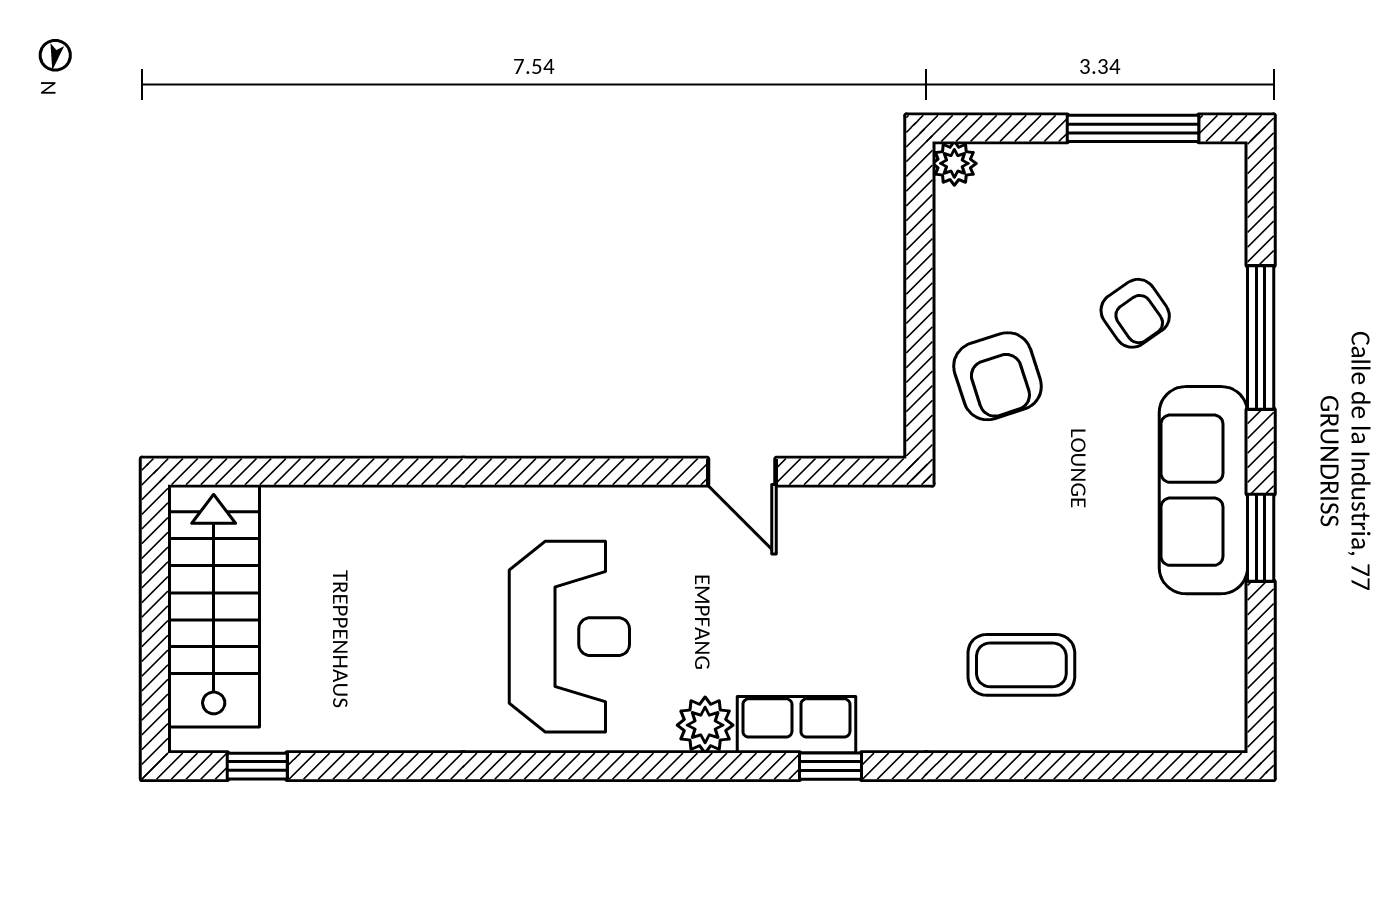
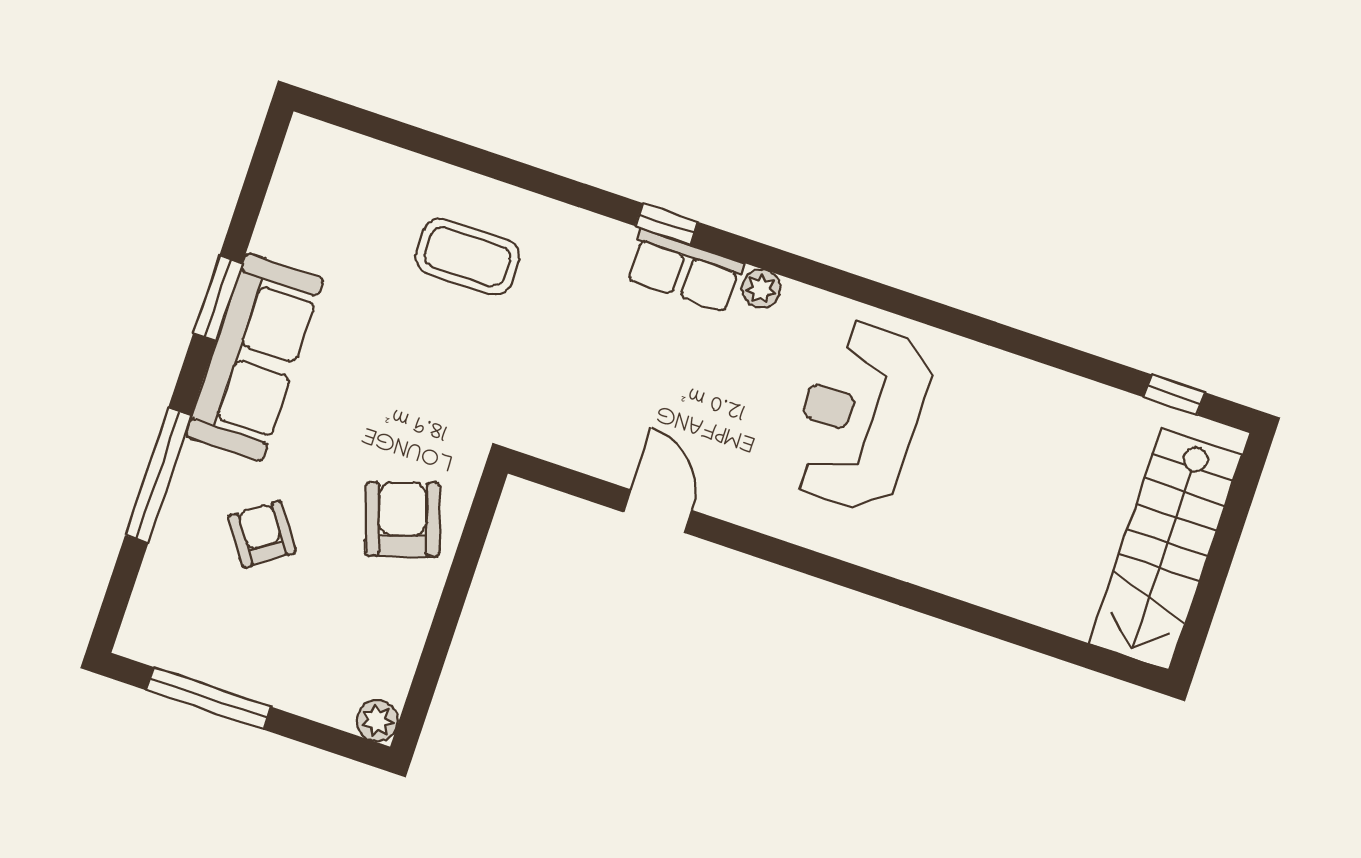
plant: (705, 725) -> (761, 289), width x0.73, depth x0.73

